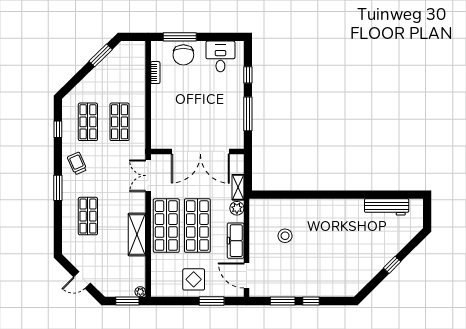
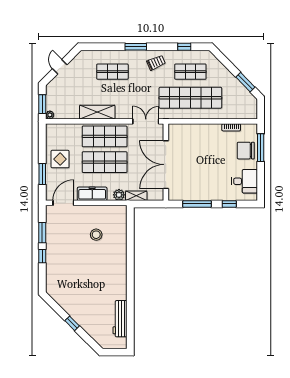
shop shelf: (120, 122) -> (190, 98), width x2.00, depth x1.36

